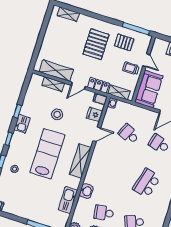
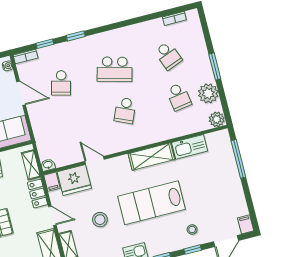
fridge: (95, 115) -> (74, 180), width x1.88, depth x1.34
school desk: (129, 134) -> (125, 110), moved
shelving: (80, 161) -> (151, 157), moved
washbasin: (86, 191) -> (167, 132), removed

